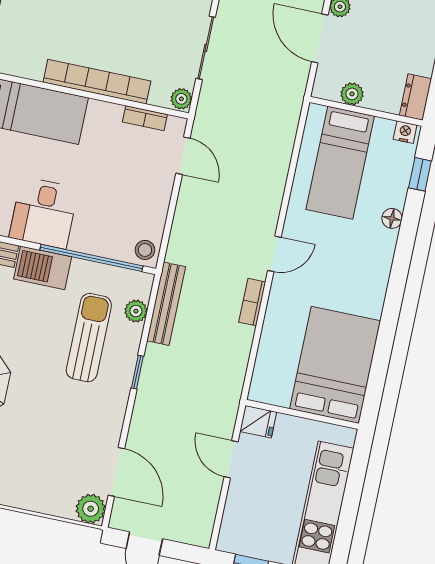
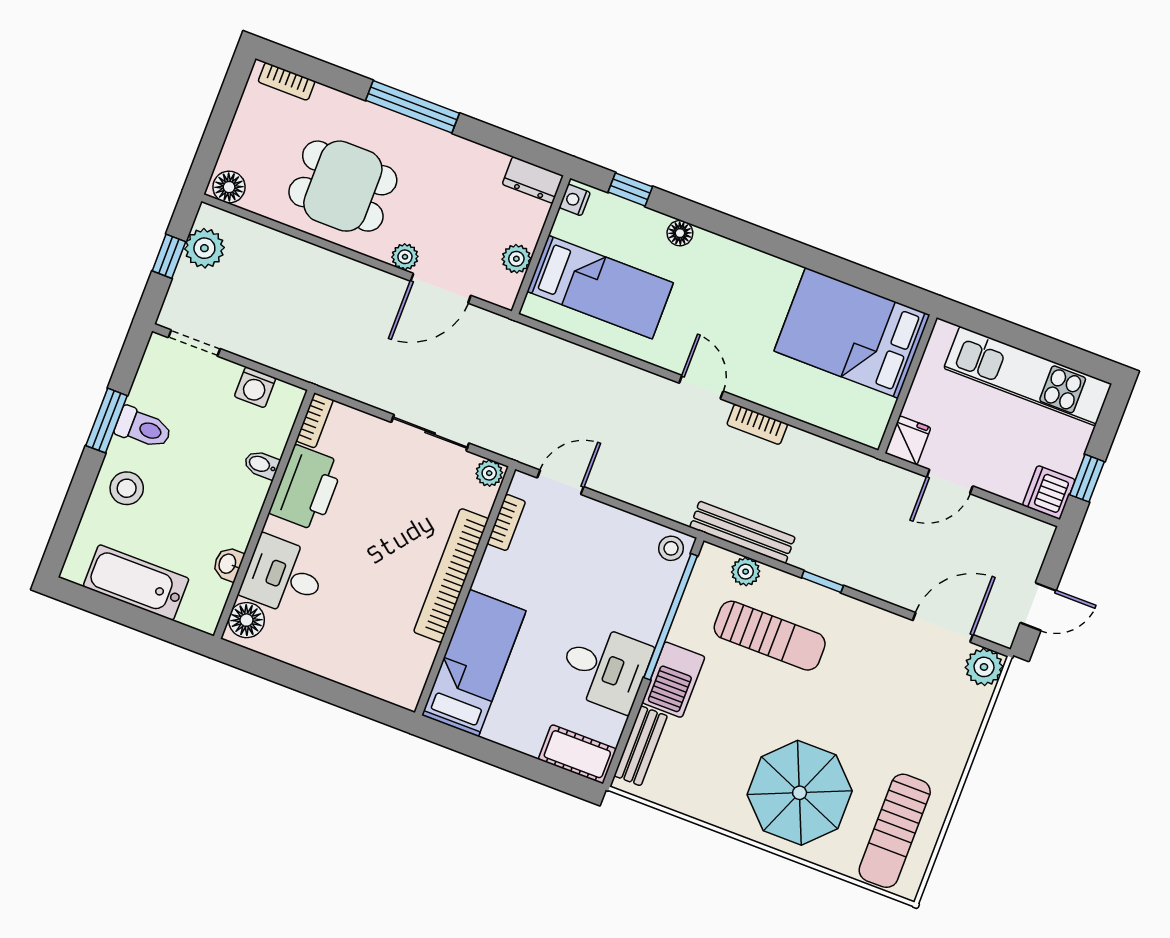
sun lounger: (89, 338) -> (770, 636), turned 180
dishwasher: (235, 538) -> (1049, 492), added

